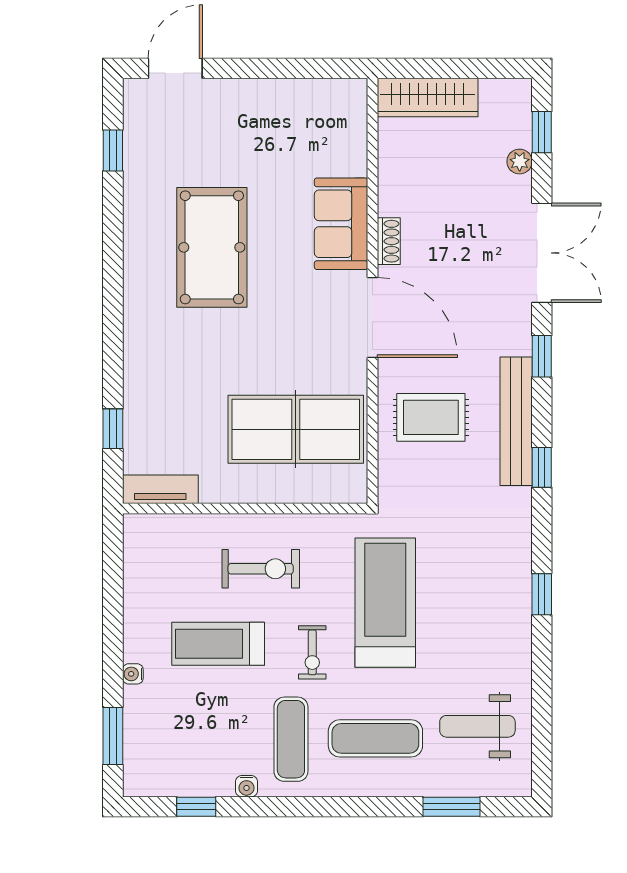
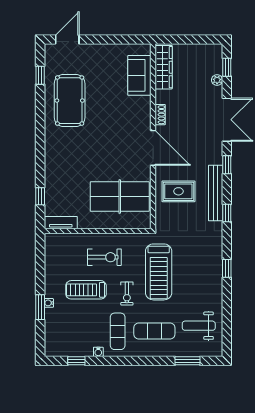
wardrobe: (428, 97) -> (164, 67), moved, turned -90
sofa: (341, 224) -> (139, 75), moved
pool table: (212, 247) -> (70, 101), moved
treadmill: (385, 603) -> (159, 272), turned 180
window: (113, 736) -> (40, 307), moved

